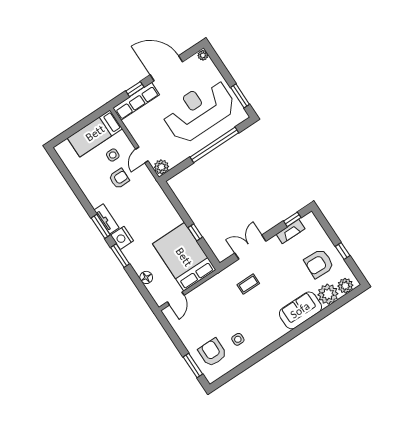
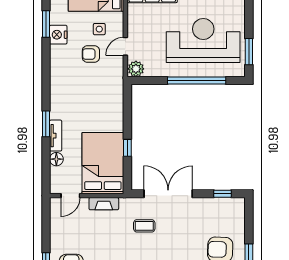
armchair: (119, 179) -> (91, 54), turned 180
tv unit: (107, 219) -> (56, 136), moved
window: (101, 226) -> (46, 24), moved
fireplace: (291, 231) -> (104, 204), moved
nightstand: (122, 238) -> (58, 35), moved
double door: (250, 247) -> (168, 194), width x1.37

